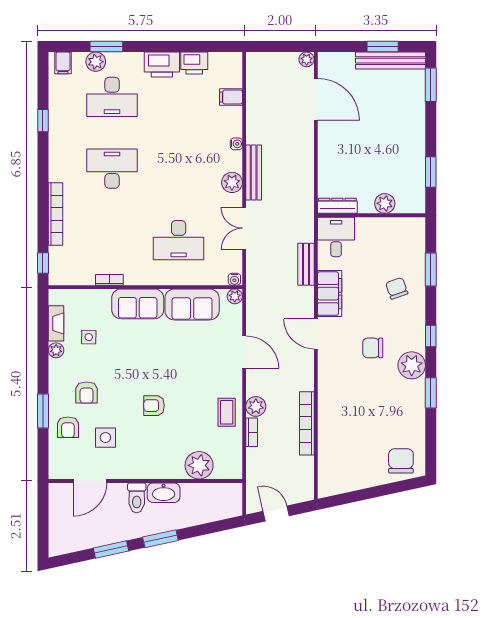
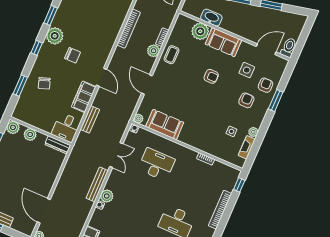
plant: (232, 182) -> (107, 196), moved
plant: (415, 203) -> (13, 127), added
sofa: (138, 304) -> (223, 42), moved, turned 180
washbasin: (164, 493) -> (211, 18), moved
toilet: (137, 498) -> (289, 48), moved

